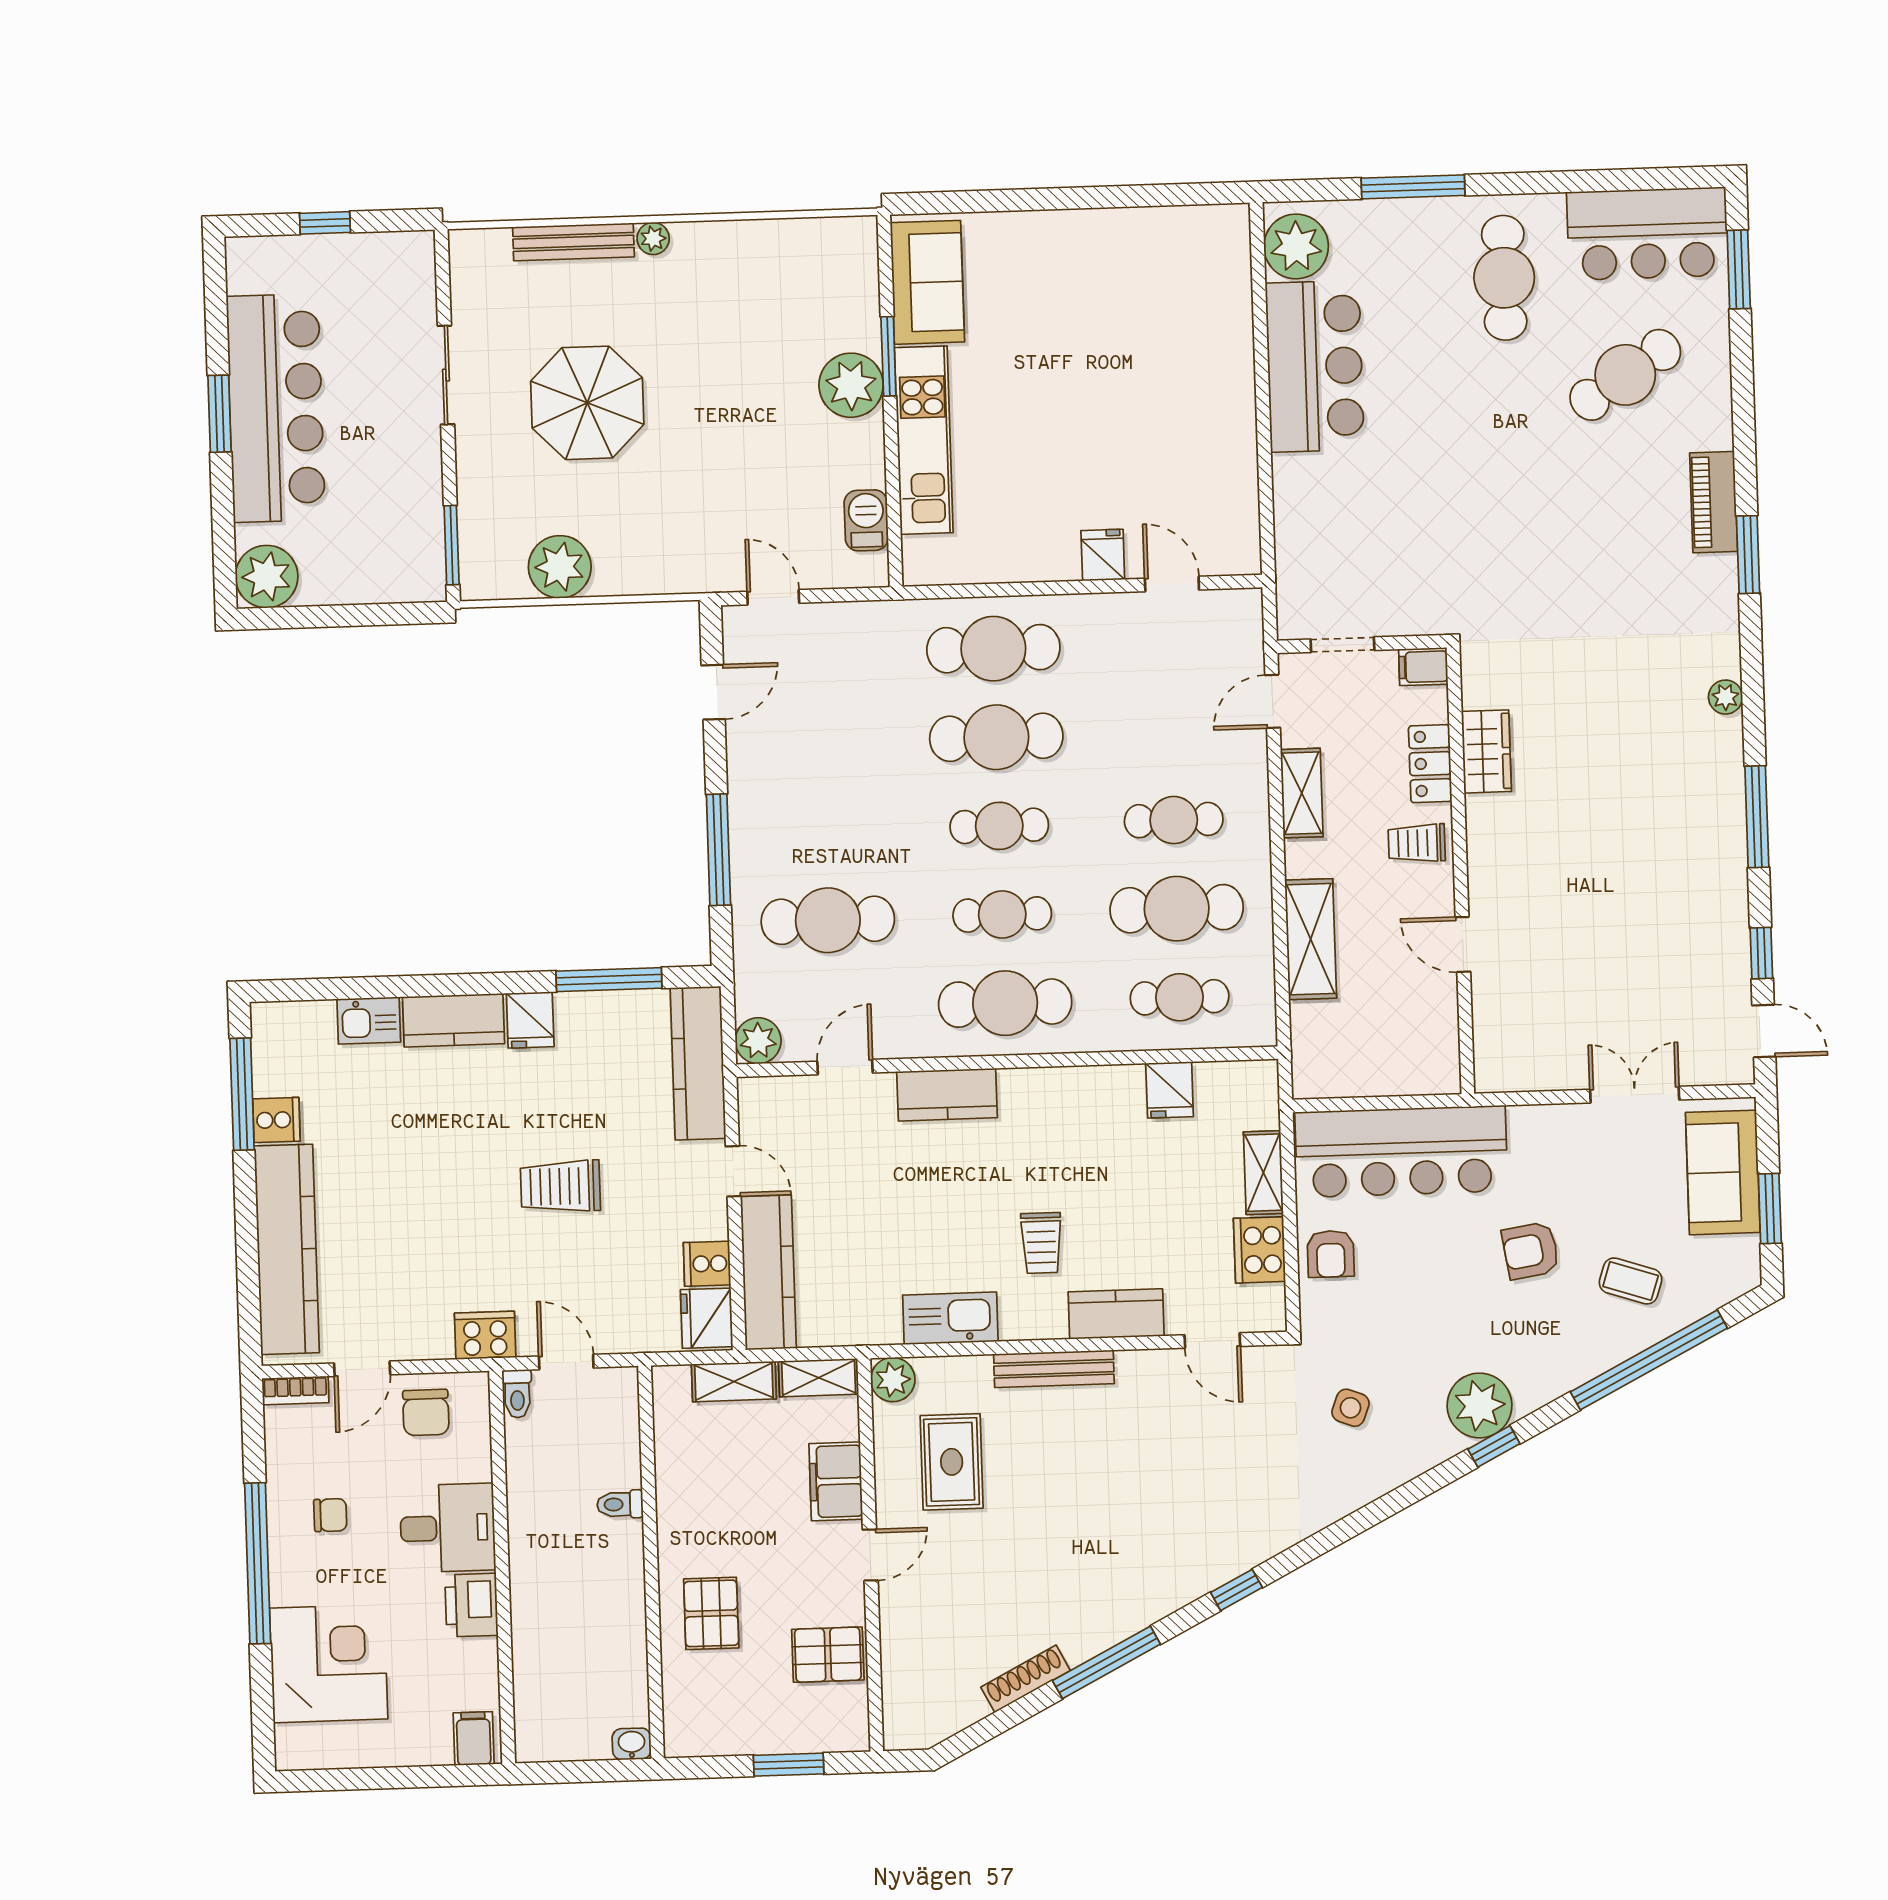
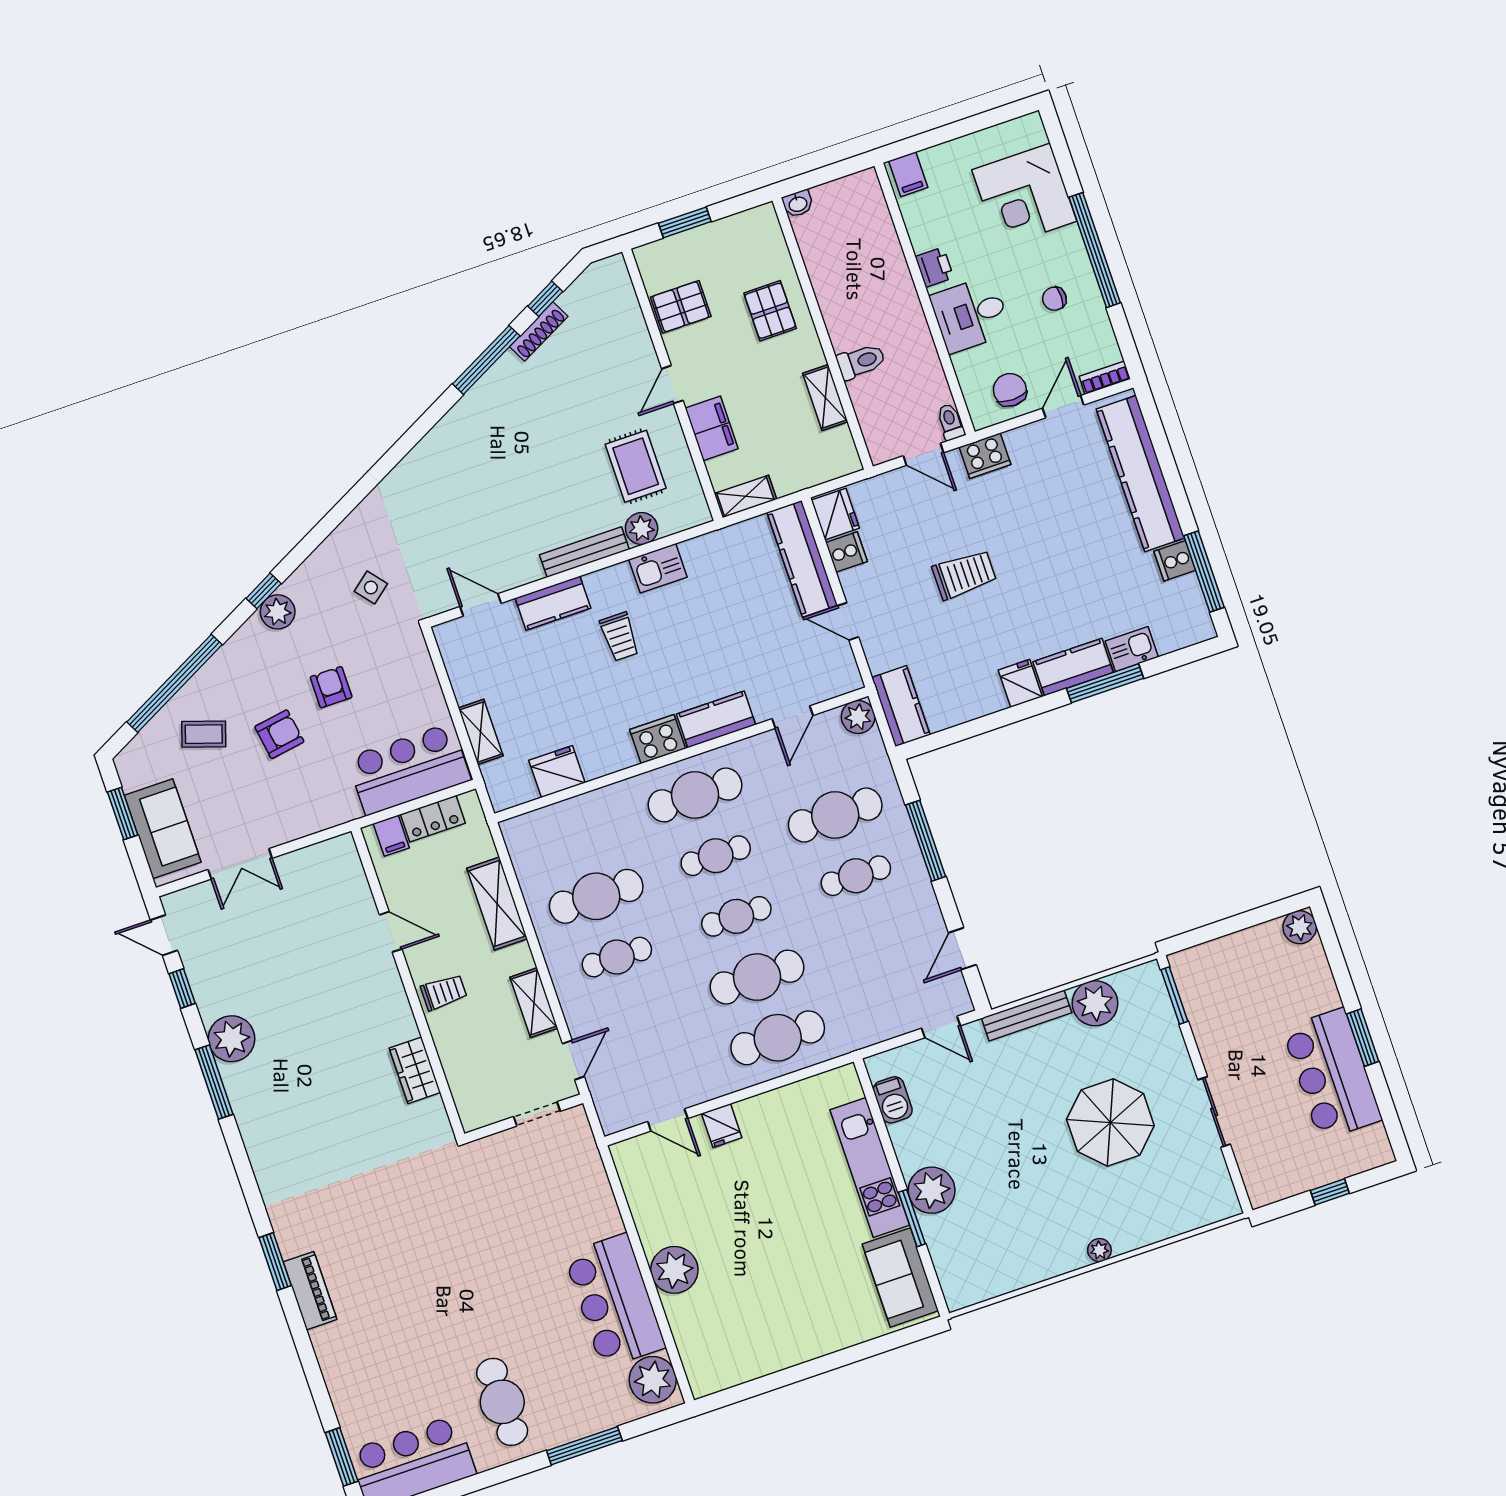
bench: (573, 242) -> (1027, 1015), moved
cafe table: (1625, 375) -> (398, 1360), removed
plant: (1223, 383) -> (674, 1270), added
bar counter: (276, 408) -> (1332, 1074), width x0.73
plant: (267, 577) -> (1300, 927), width x0.73, depth x0.73
filing cabinet: (1423, 667) -> (391, 836), moved, turned 90
plant: (1725, 697) -> (232, 1039), moved, width x1.87, depth x1.87
locker: (1430, 764) -> (433, 819), moved, turned 90
window: (609, 980) -> (1105, 683), moved
cafe table: (1180, 997) -> (856, 876), moved
kitchen counter: (698, 1063) -> (901, 706), width x0.67
fridge: (1170, 1090) -> (557, 772), width x1.38
bar counter: (1401, 1152) -> (409, 769), width x0.73
trolley: (1041, 1243) -> (620, 637), turned 180
cooker: (1259, 1250) -> (658, 739), moved, turned -90
armchair: (1331, 1254) -> (331, 687), moved
kitchen sink: (950, 1318) -> (658, 568), width x0.73
plant: (893, 1380) -> (642, 528), moved
shelving: (734, 1382) -> (825, 398), moved, turned 90
plant: (1479, 1405) -> (278, 612), width x0.73, depth x0.73
side table: (1350, 1408) -> (371, 587), turned 30
toilet: (620, 1504) -> (861, 361), width x1.37, depth x1.39
window: (1236, 1590) -> (545, 299), moved
printer: (471, 1605) -> (934, 267), width x0.73, depth x0.81

